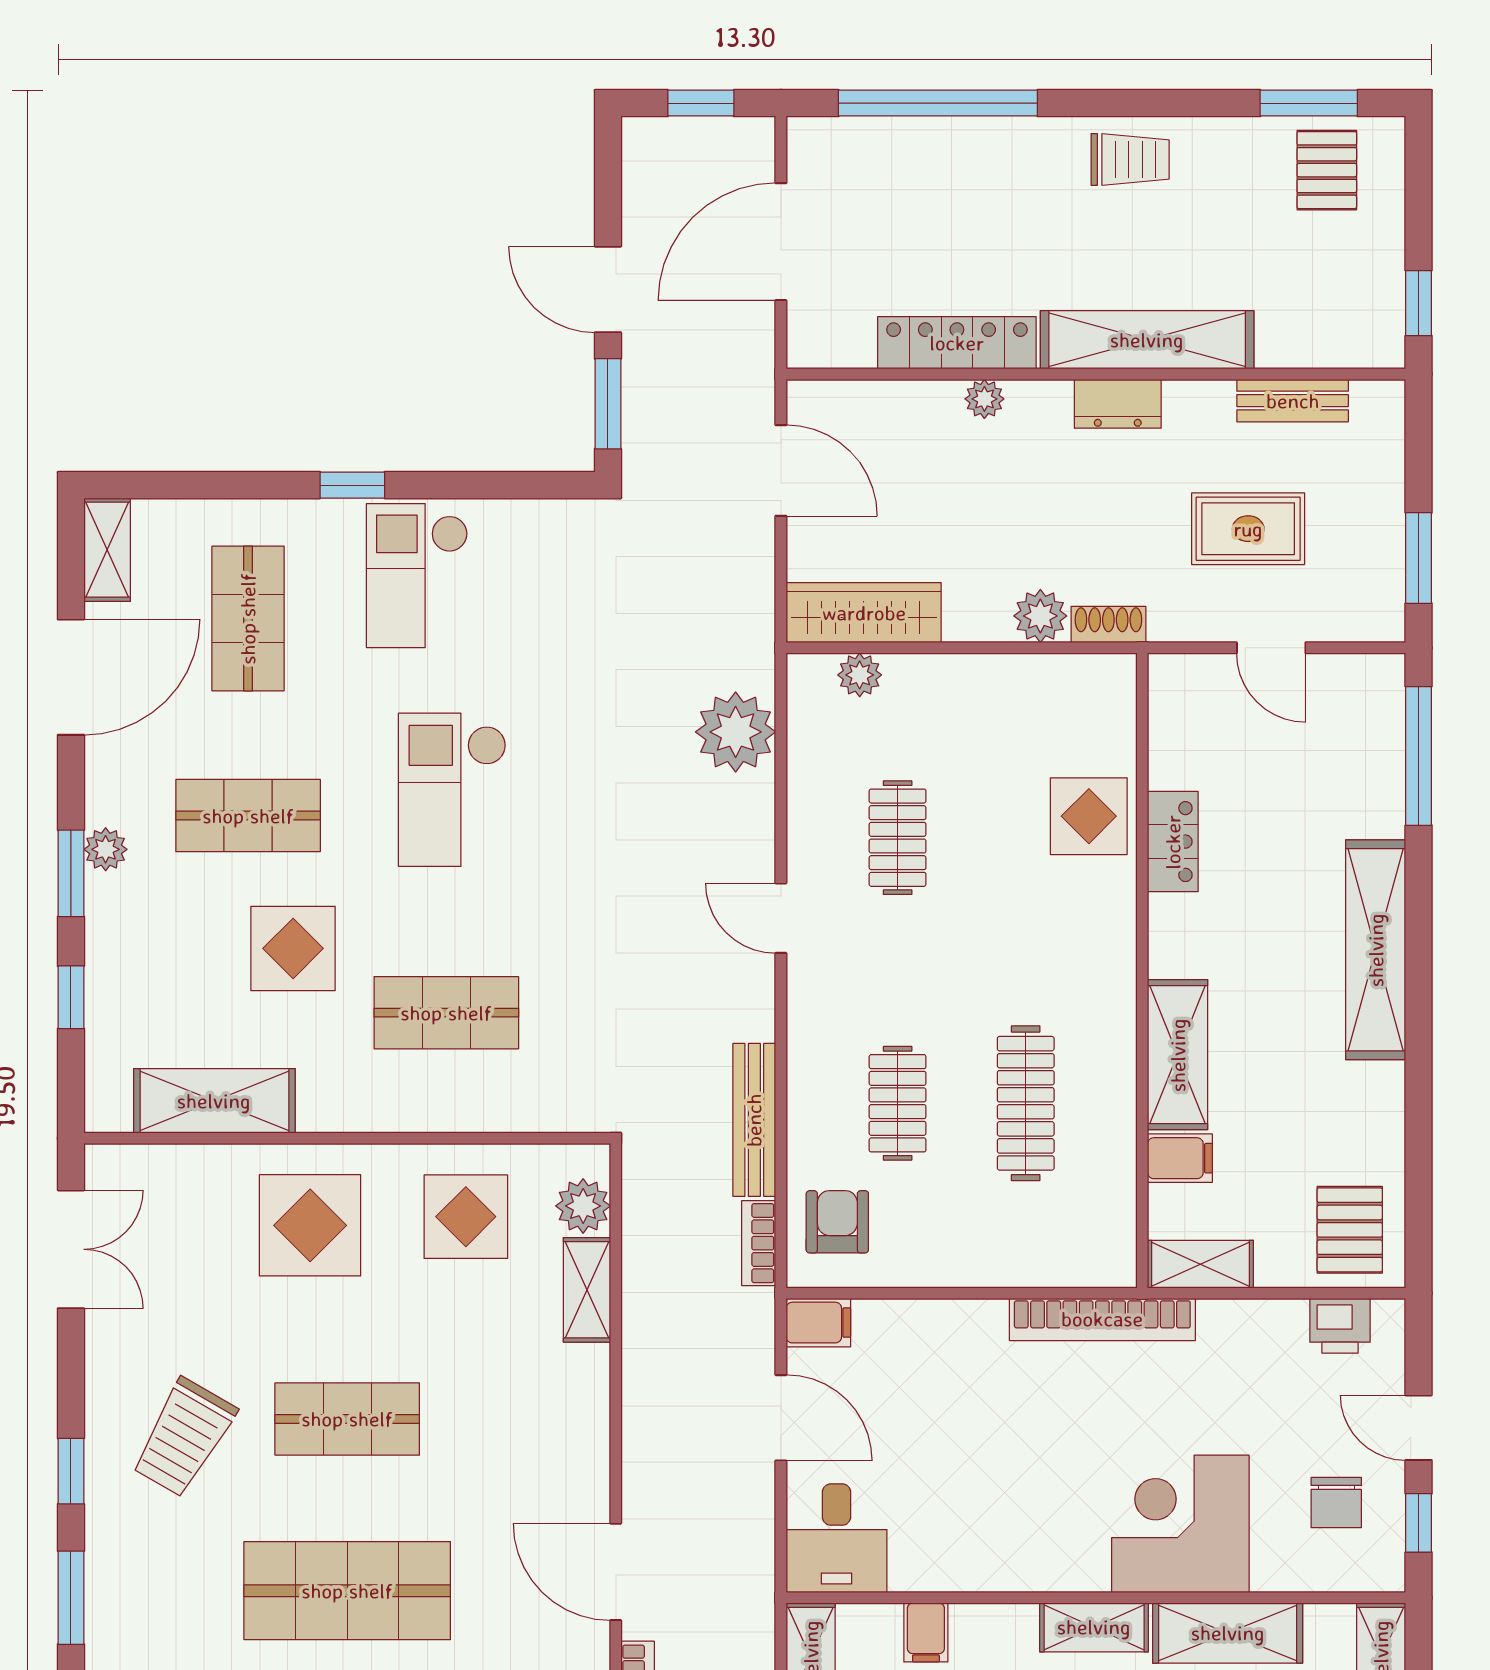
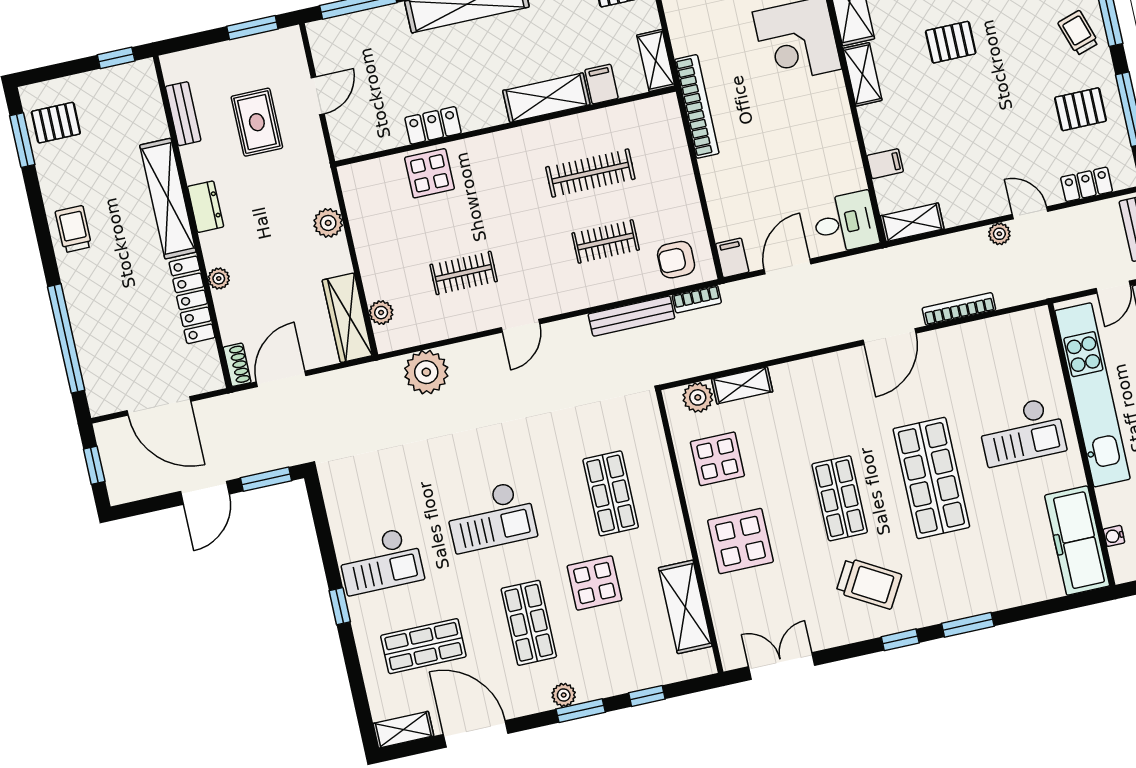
shoe rack: (1108, 624) -> (237, 365), moved, turned 180

